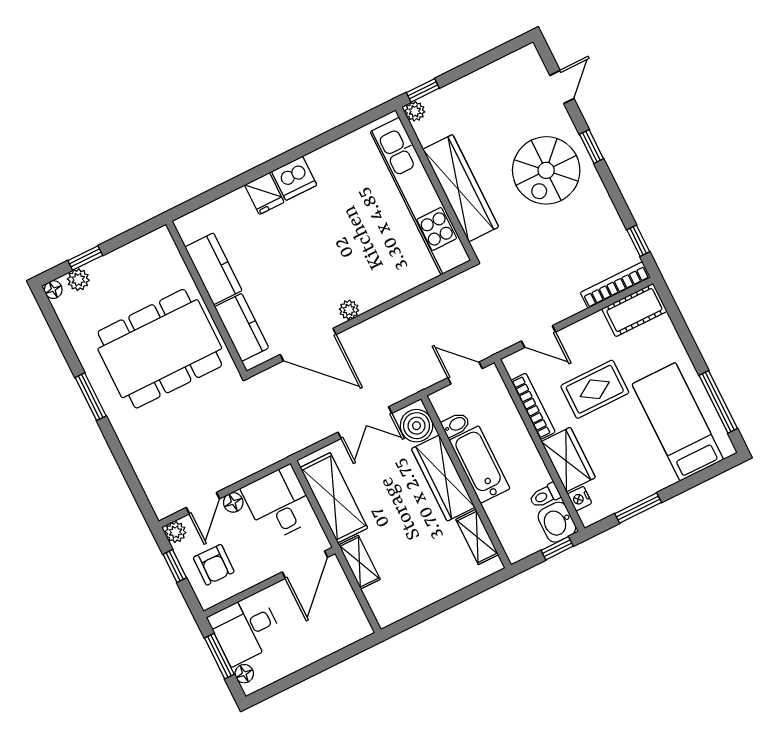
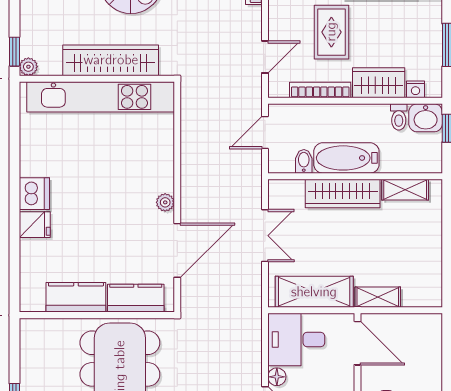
boiler: (417, 426) -> (289, 194), removed

